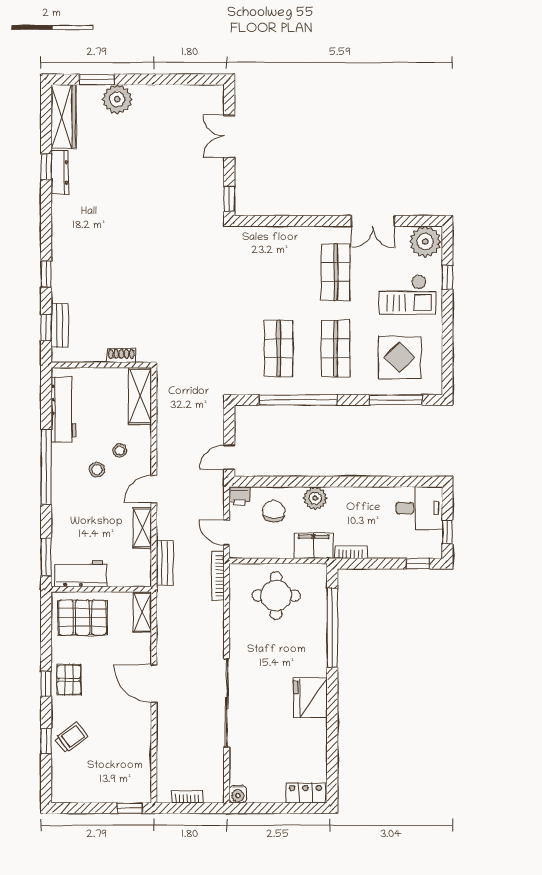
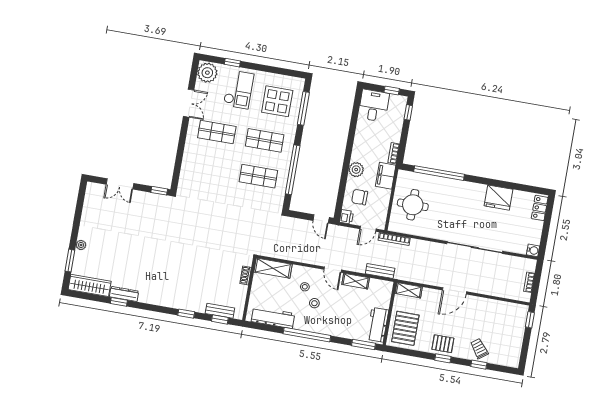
plant: (117, 99) -> (81, 245), width x0.53, depth x0.53
fridge: (310, 698) -> (499, 198), moved

